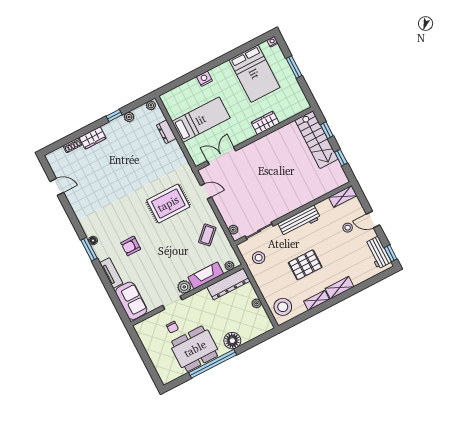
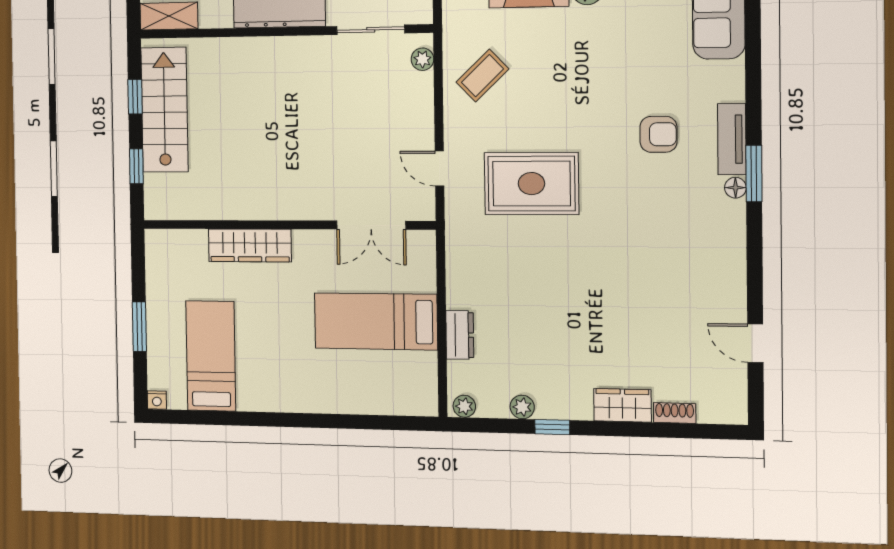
bed: (254, 74) -> (211, 356), width x0.67
nightstand: (204, 79) -> (327, 401), removed
wardrobe: (265, 123) -> (250, 245), width x1.50
stairs: (316, 140) -> (165, 110), moved
tv unit: (111, 273) -> (732, 139), moved

